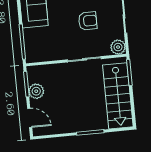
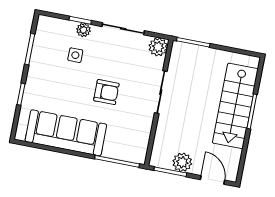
armchair: (88, 21) -> (106, 92), moved, turned 90
stairs: (118, 96) -> (235, 106), moved, turned 90
door: (30, 118) -> (212, 180), hinge flipped

